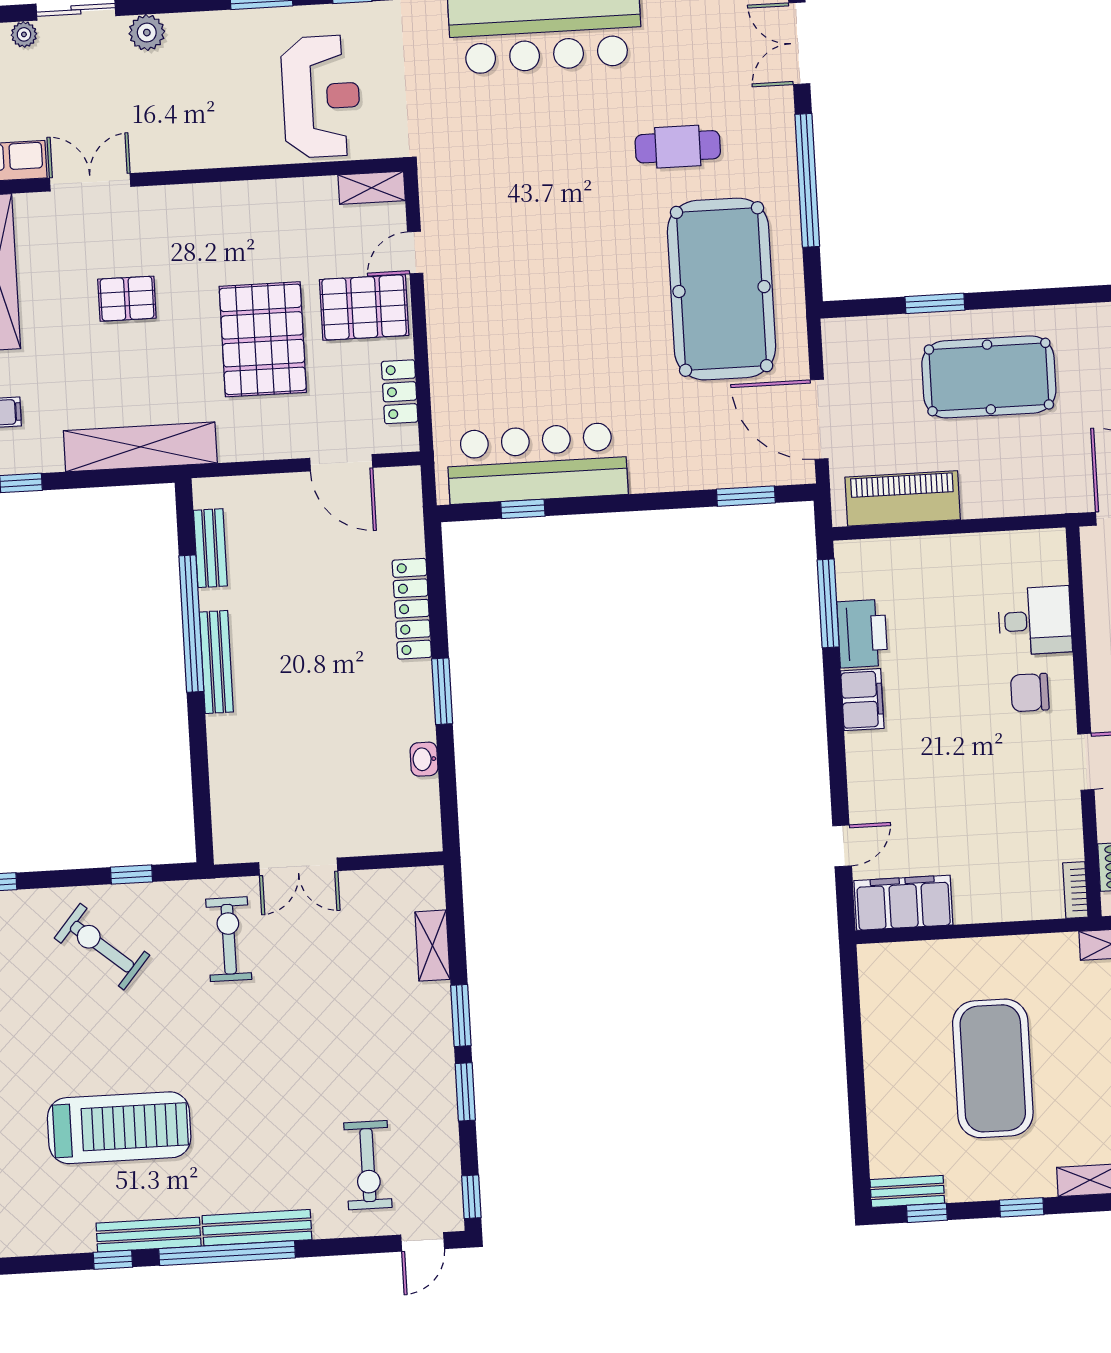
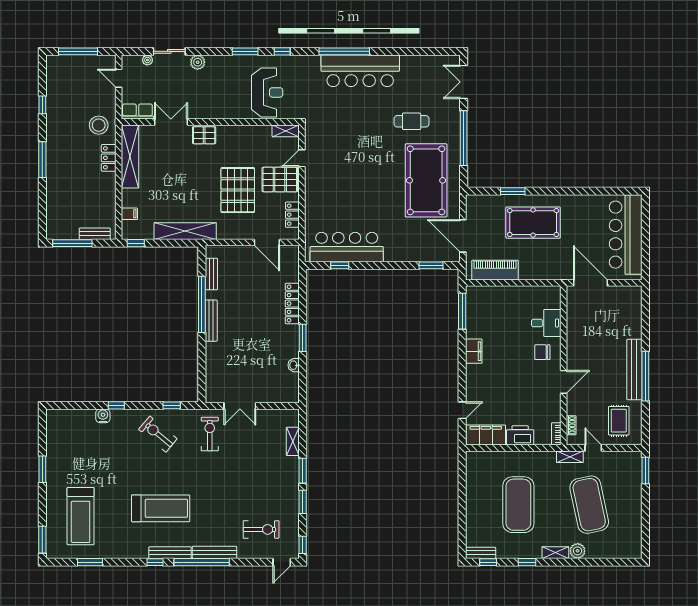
pallet: (127, 299) -> (204, 135), moved
printer: (862, 634) -> (520, 435), moved, turned -90
exercise bike: (368, 1165) -> (261, 529), turned -90

